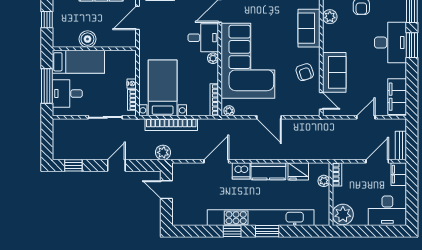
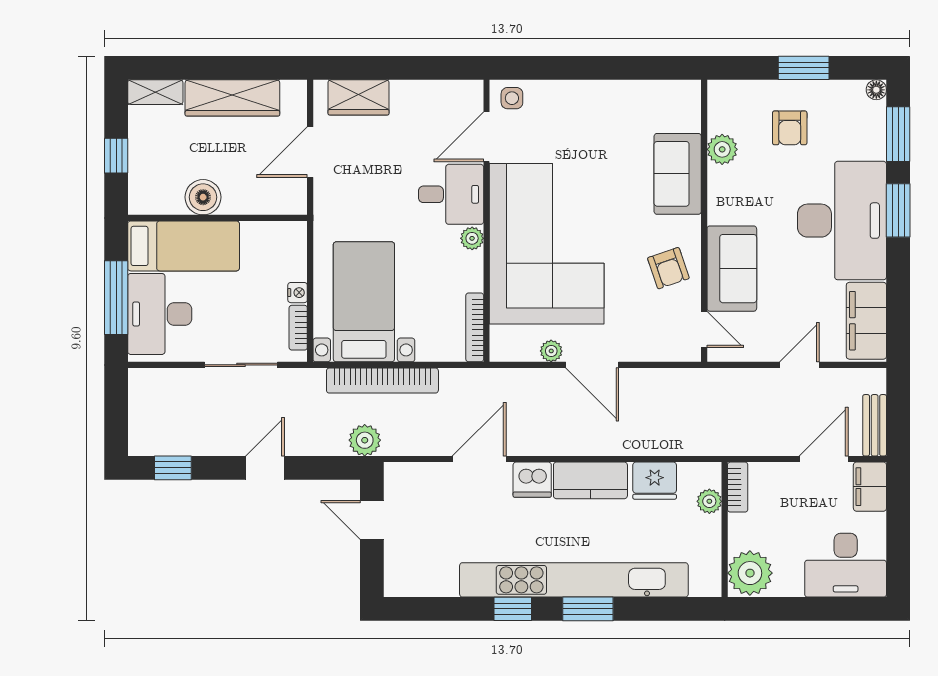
desk: (390, 43) -> (842, 221), width x1.36, depth x1.30
desk: (67, 94) -> (160, 314), width x1.37
plant: (229, 111) -> (551, 351), moved

